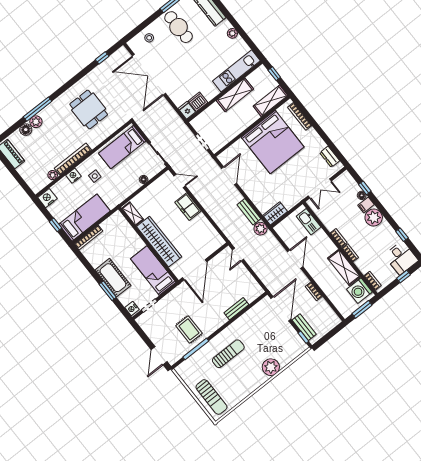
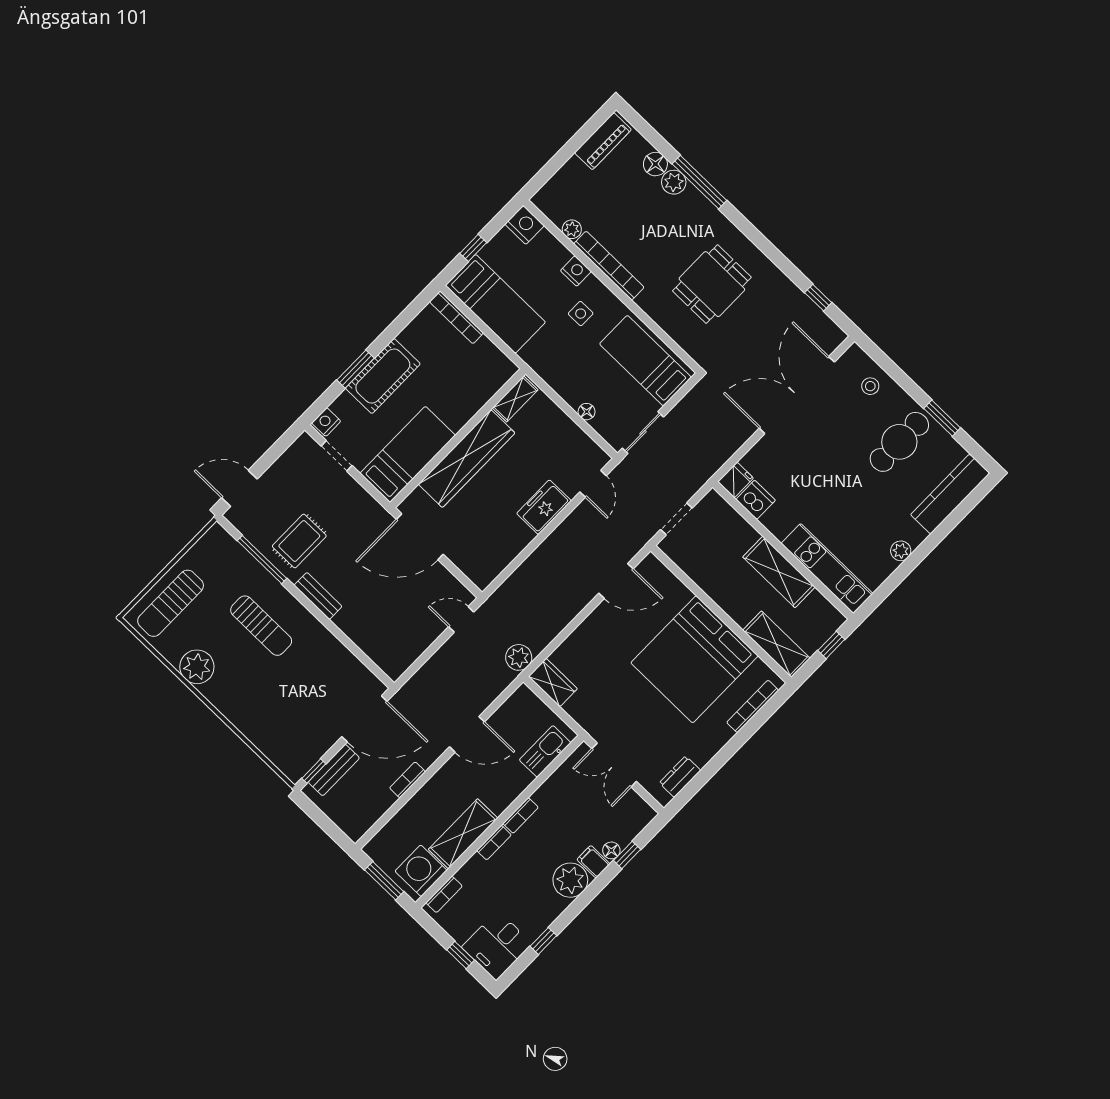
bench: (249, 212) -> (549, 630), removed
bench: (236, 309) -> (318, 596), moved
plant: (271, 367) -> (197, 667), moved

